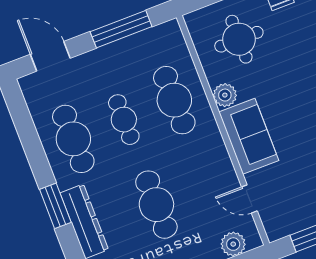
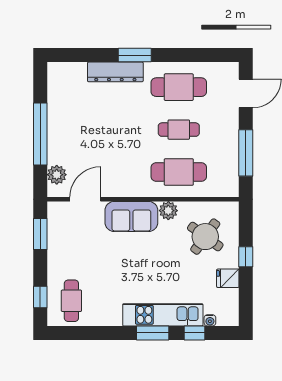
round table: (239, 39) -> (205, 237), turned 36
door: (249, 199) -> (85, 199), width x1.38
cafe table: (156, 205) -> (107, 130), removed

